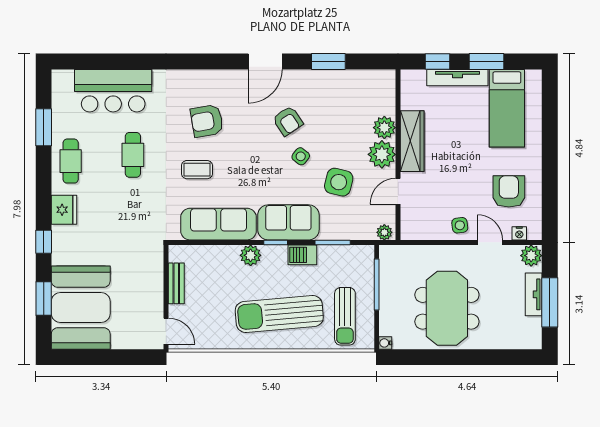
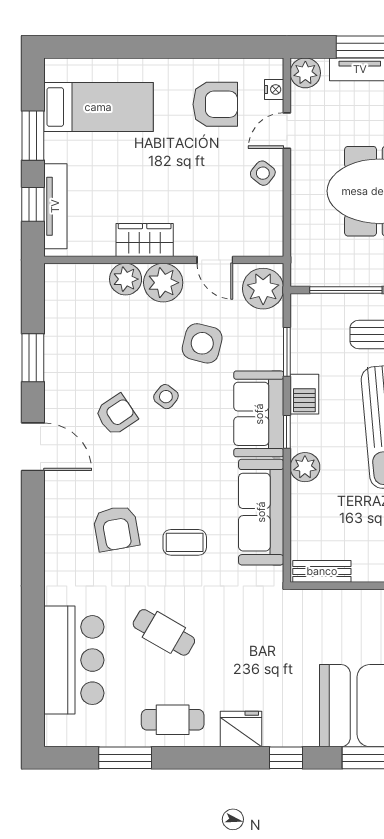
tv unit: (457, 78) -> (55, 206), moved
wardrobe: (412, 141) -> (145, 240), width x0.67
cafe table: (133, 155) -> (164, 632), turned 30
coffee table: (197, 170) -> (185, 542), turned 90
armchair: (509, 191) -> (215, 104), turned 180
side table: (460, 225) -> (263, 173), turned 45
plant: (384, 232) -> (263, 289), width x1.87, depth x1.87
bench: (176, 283) -> (322, 571), moved

